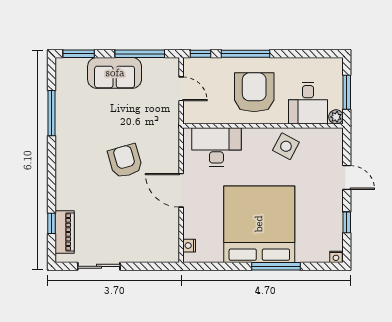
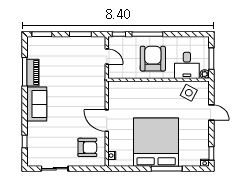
window: (140, 54) -> (80, 34), width x0.69
sofa: (115, 73) -> (37, 104), moved, turned -90
side table: (286, 146) -> (189, 93), moved
desk: (216, 147) -> (129, 93), removed
armchair: (125, 161) -> (87, 147), moved, turned 106
window: (347, 222) -> (211, 153), moved
piano: (65, 232) -> (33, 73), moved

